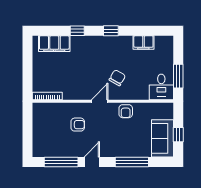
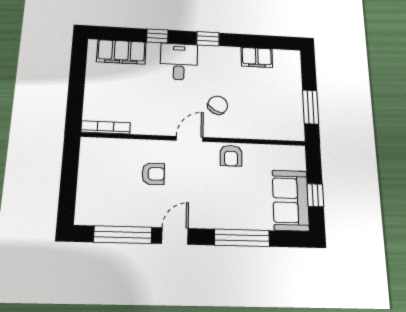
desk: (161, 87) -> (179, 62), moved, turned 180

